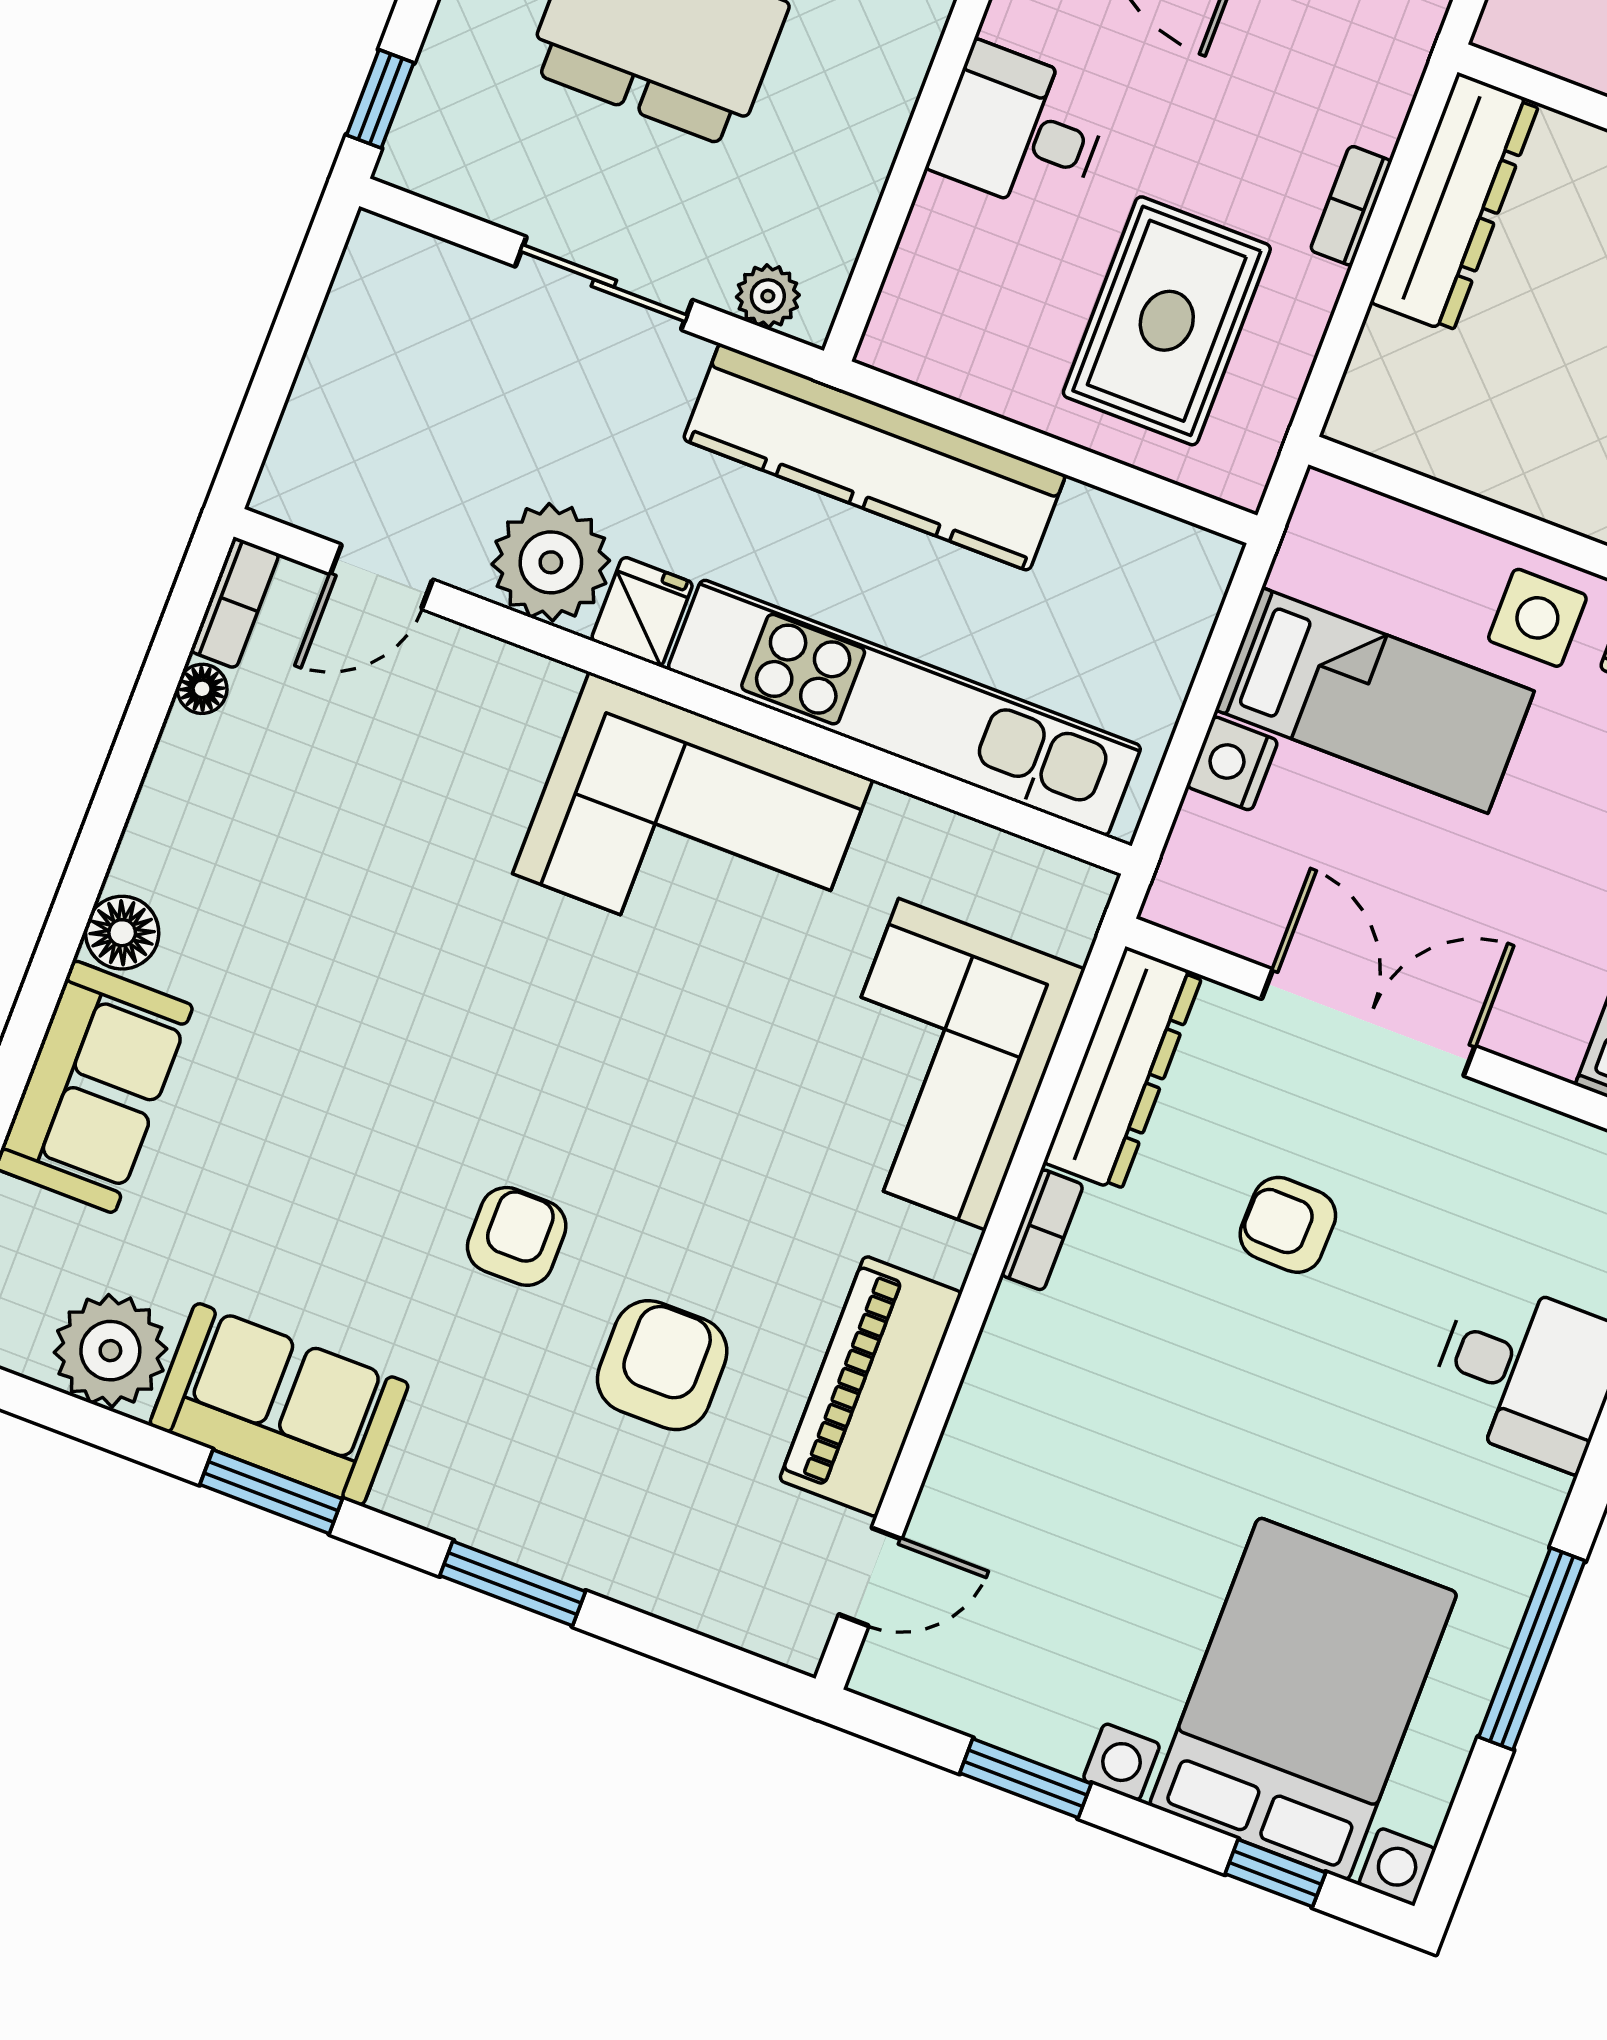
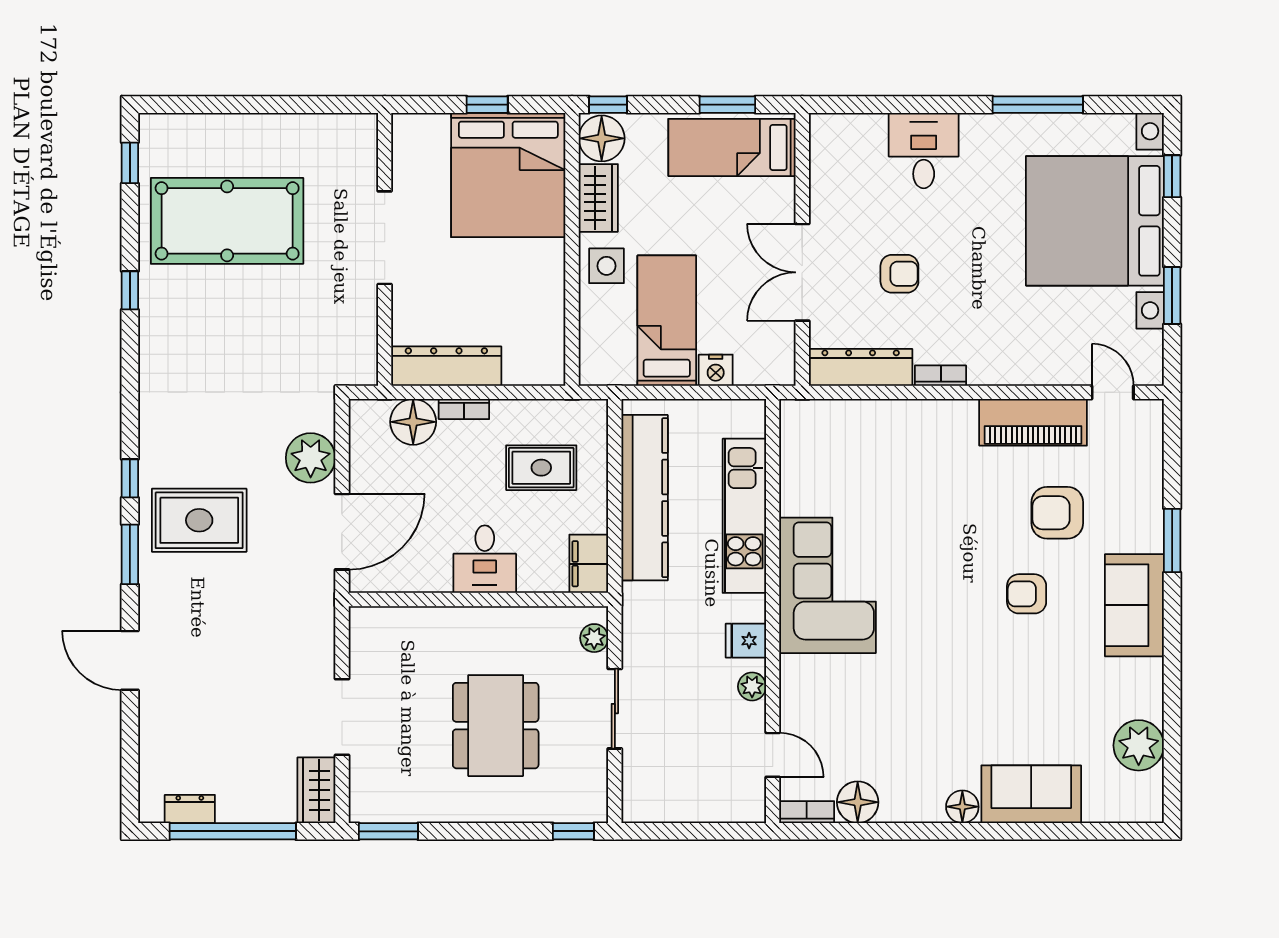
floor lamp: (1364, 89) -> (413, 422), added
rug: (1167, 321) -> (541, 468), width x0.73, depth x0.70
filing cabinet: (928, 344) -> (589, 564), added
kitchen counter: (874, 457) -> (645, 498), moved
plant: (551, 562) -> (752, 686), width x0.53, depth x0.53
floor lamp: (202, 689) -> (858, 802), width x1.89, depth x1.89
kitchen unit: (904, 708) -> (744, 516), width x0.73
corner sofa: (942, 1064) -> (887, 443), removed
armchair: (1288, 1225) -> (899, 274), turned -91
sofa: (279, 1404) -> (1134, 605), moved
window: (271, 1492) -> (1172, 656), removed
bed with nightstands: (1303, 1699) -> (1095, 221), width x1.36

